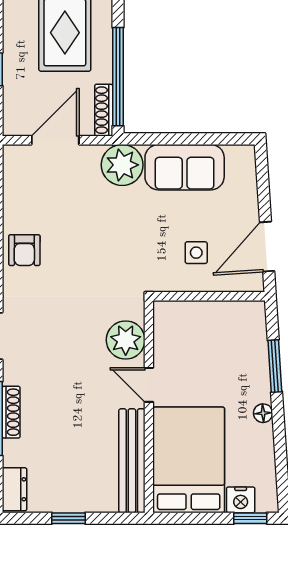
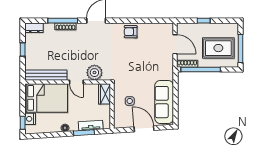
plant: (122, 165) -> (165, 71), removed
sofa: (185, 167) -> (164, 102), width x1.36
door: (267, 247) -> (144, 129), moved
wardrobe: (178, 315) -> (105, 94), added
tv unit: (257, 349) -> (91, 125), added
door: (149, 385) -> (76, 82), swing flipped

